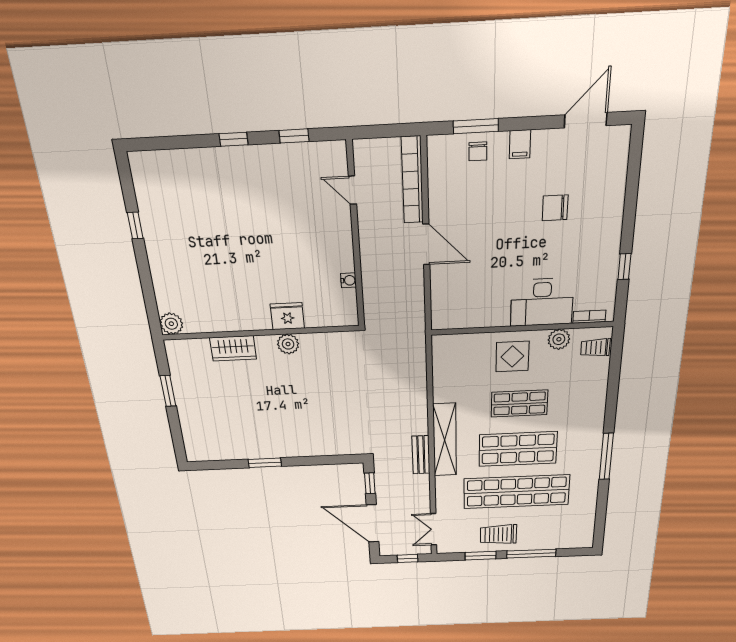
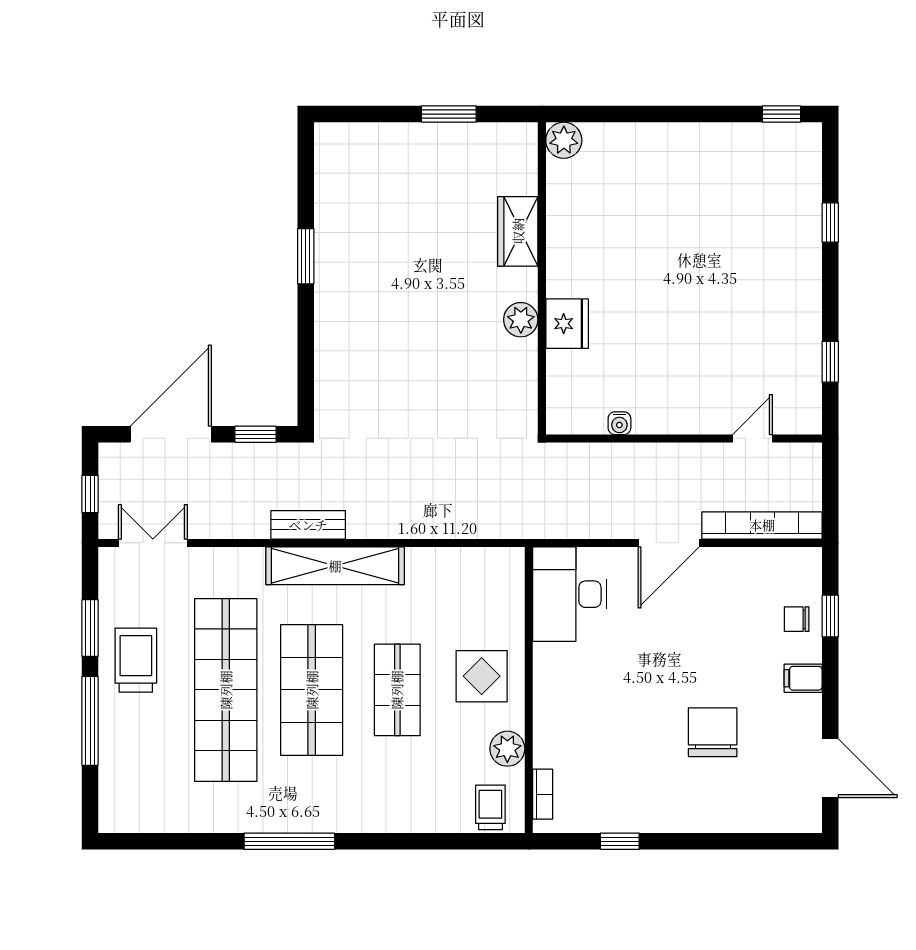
window: (476, 126) -> (830, 616), width x0.67
window: (234, 139) -> (830, 223), moved
chair: (555, 208) -> (713, 732), width x1.37, depth x1.37
window: (135, 225) -> (781, 114), moved
desk: (542, 302) -> (570, 594), moved

